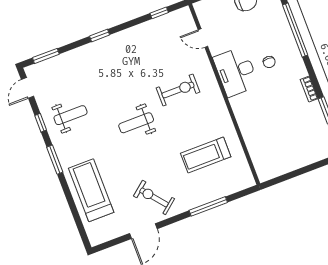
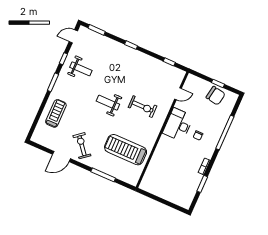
door: (203, 38) -> (178, 94), swing flipped
treadmill: (206, 155) -> (126, 150), width x1.37, depth x1.38
treadmill: (91, 190) -> (56, 113), width x0.73, depth x0.73

